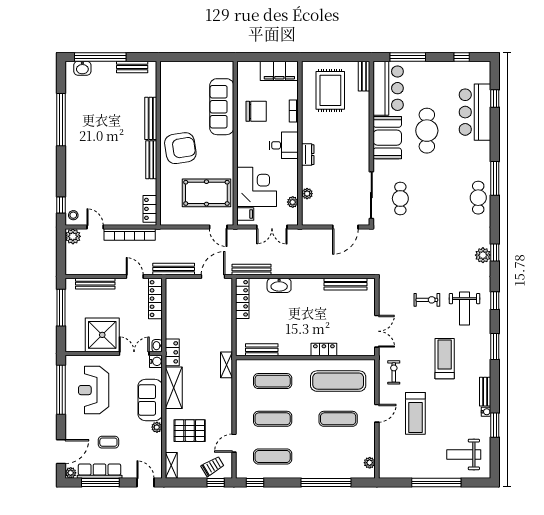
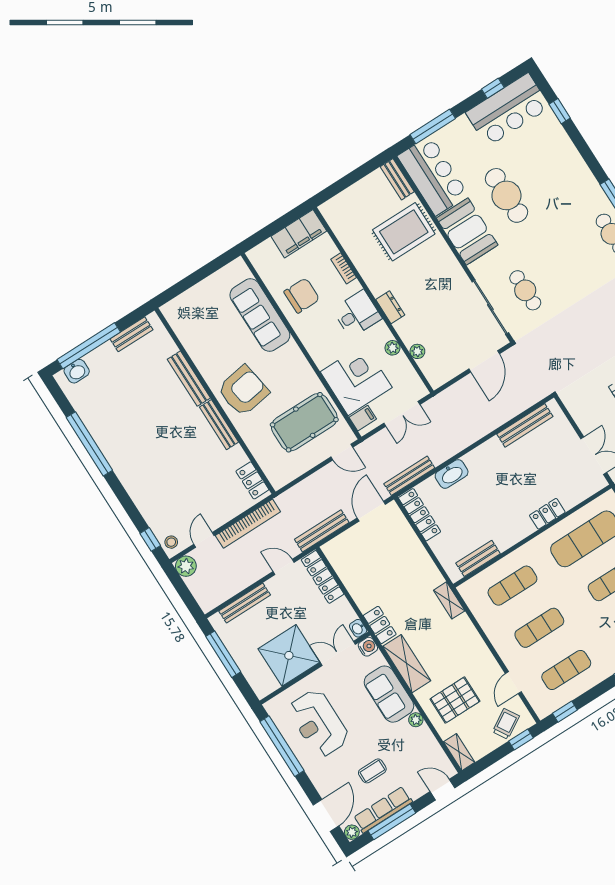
rug: (330, 90) -> (404, 232), moved, turned 90
bar counter: (475, 112) -> (508, 110), moved, turned -90
plant: (293, 202) -> (392, 348), moved
door: (95, 227) -> (204, 540), hinge flipped

